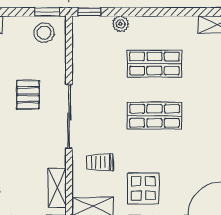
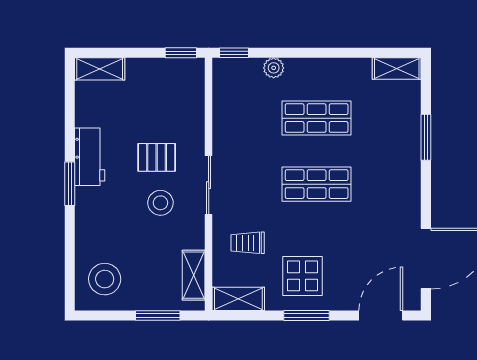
stool: (44, 33) -> (160, 203), moved
pallet: (28, 95) -> (157, 157), turned 90
sliding door: (69, 117) -> (209, 185), width x0.73

